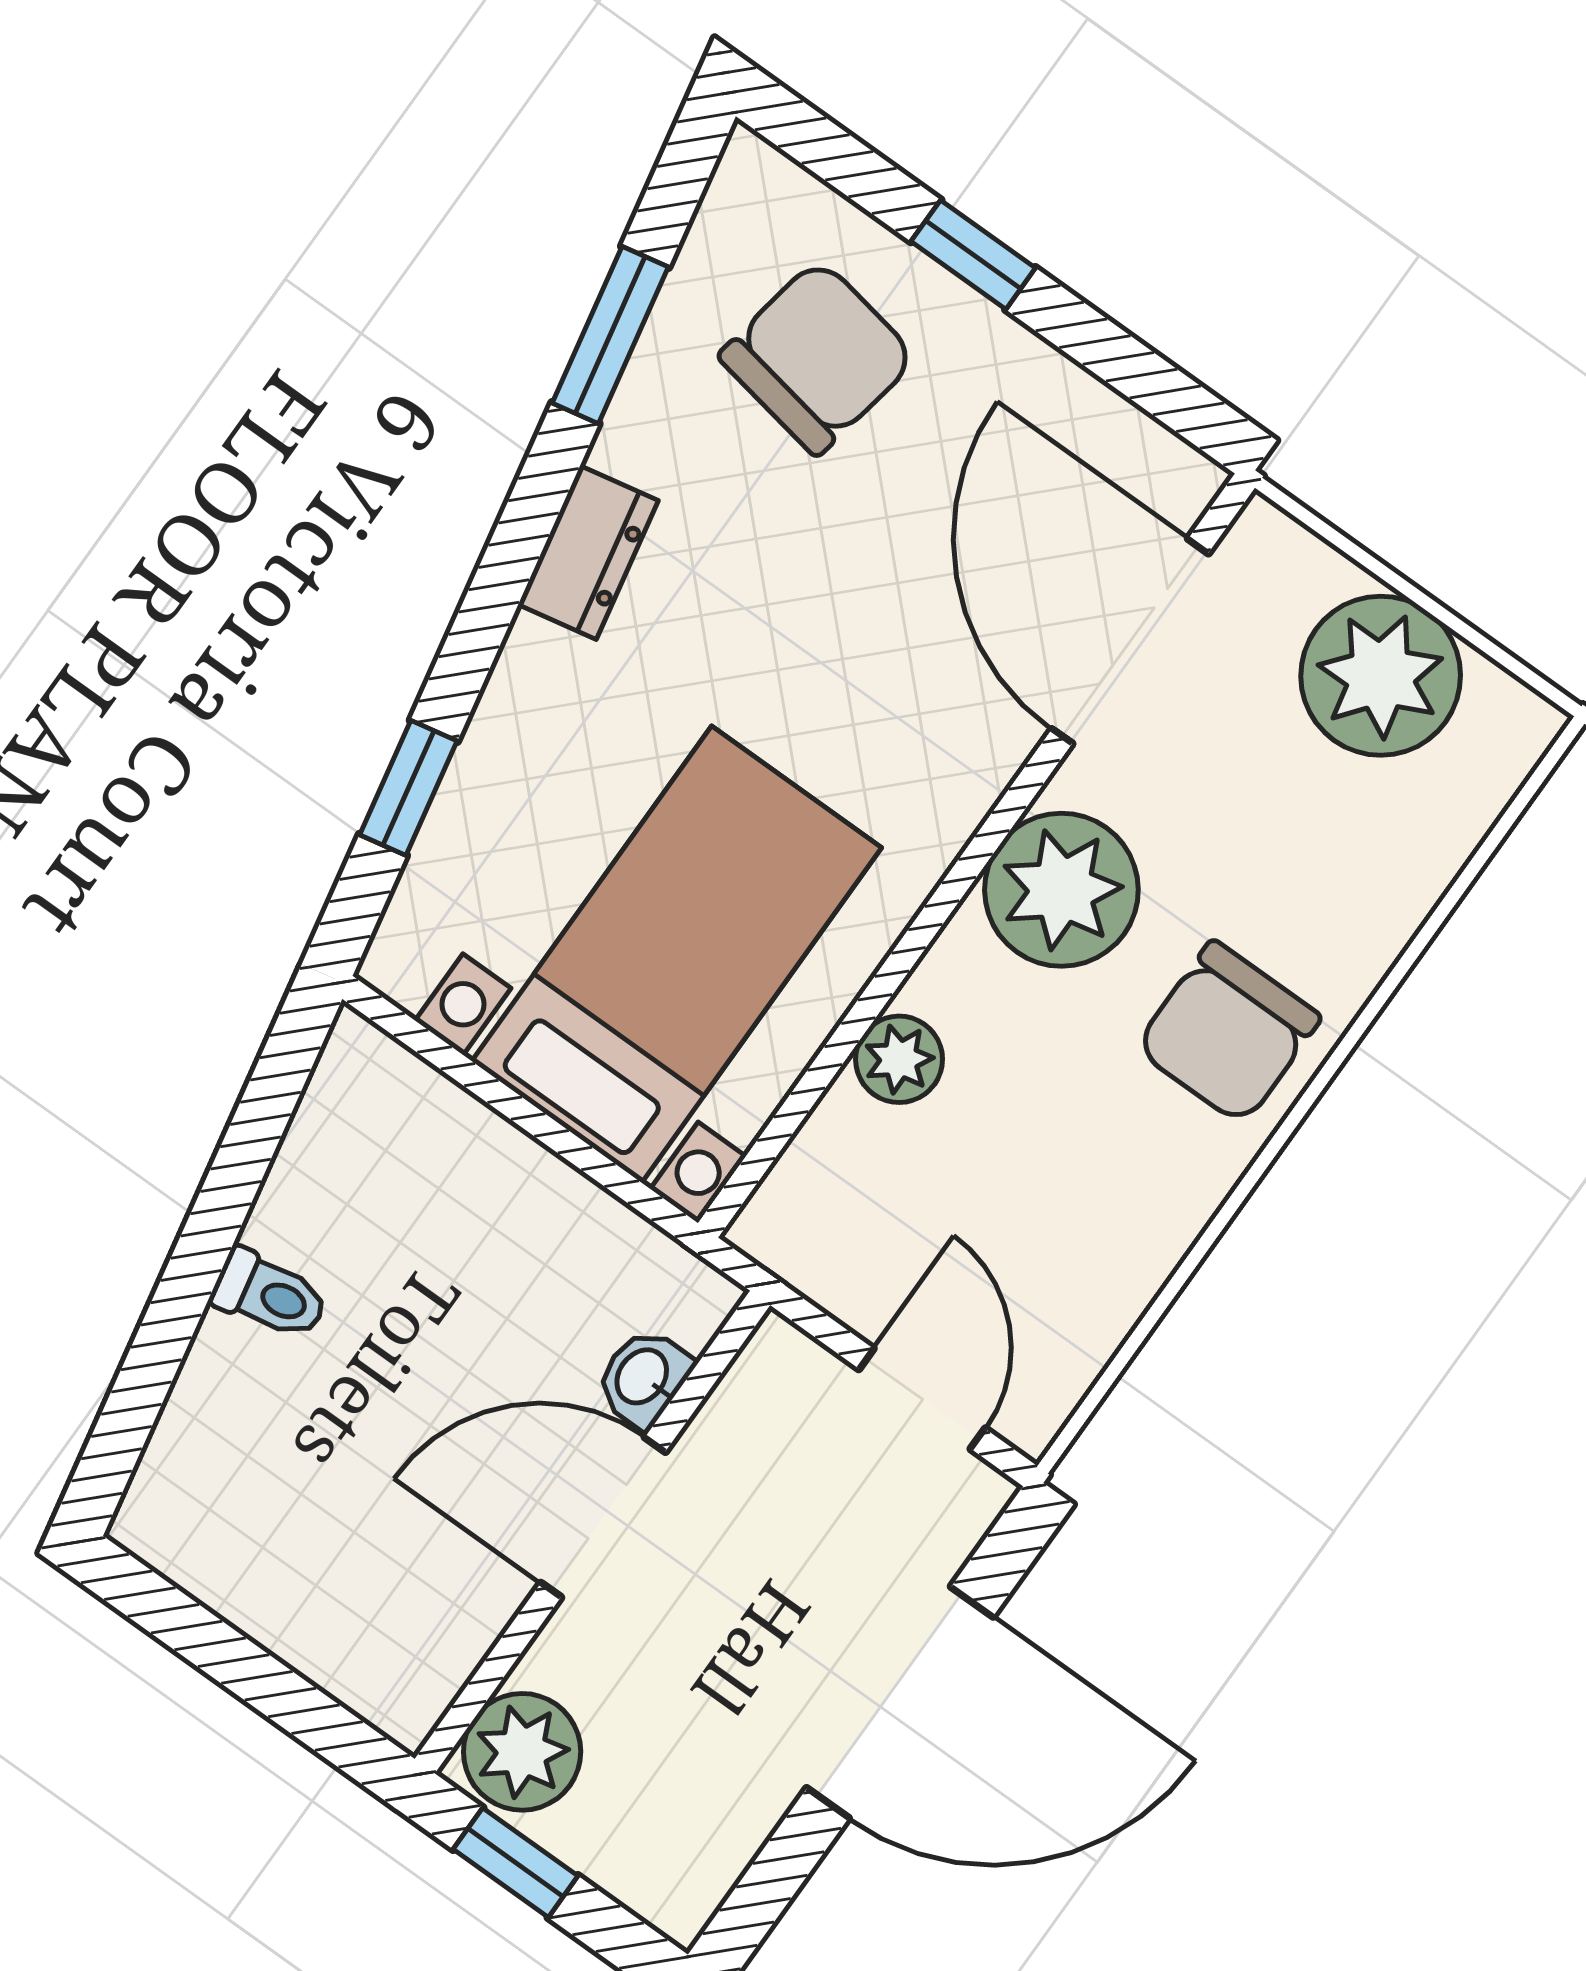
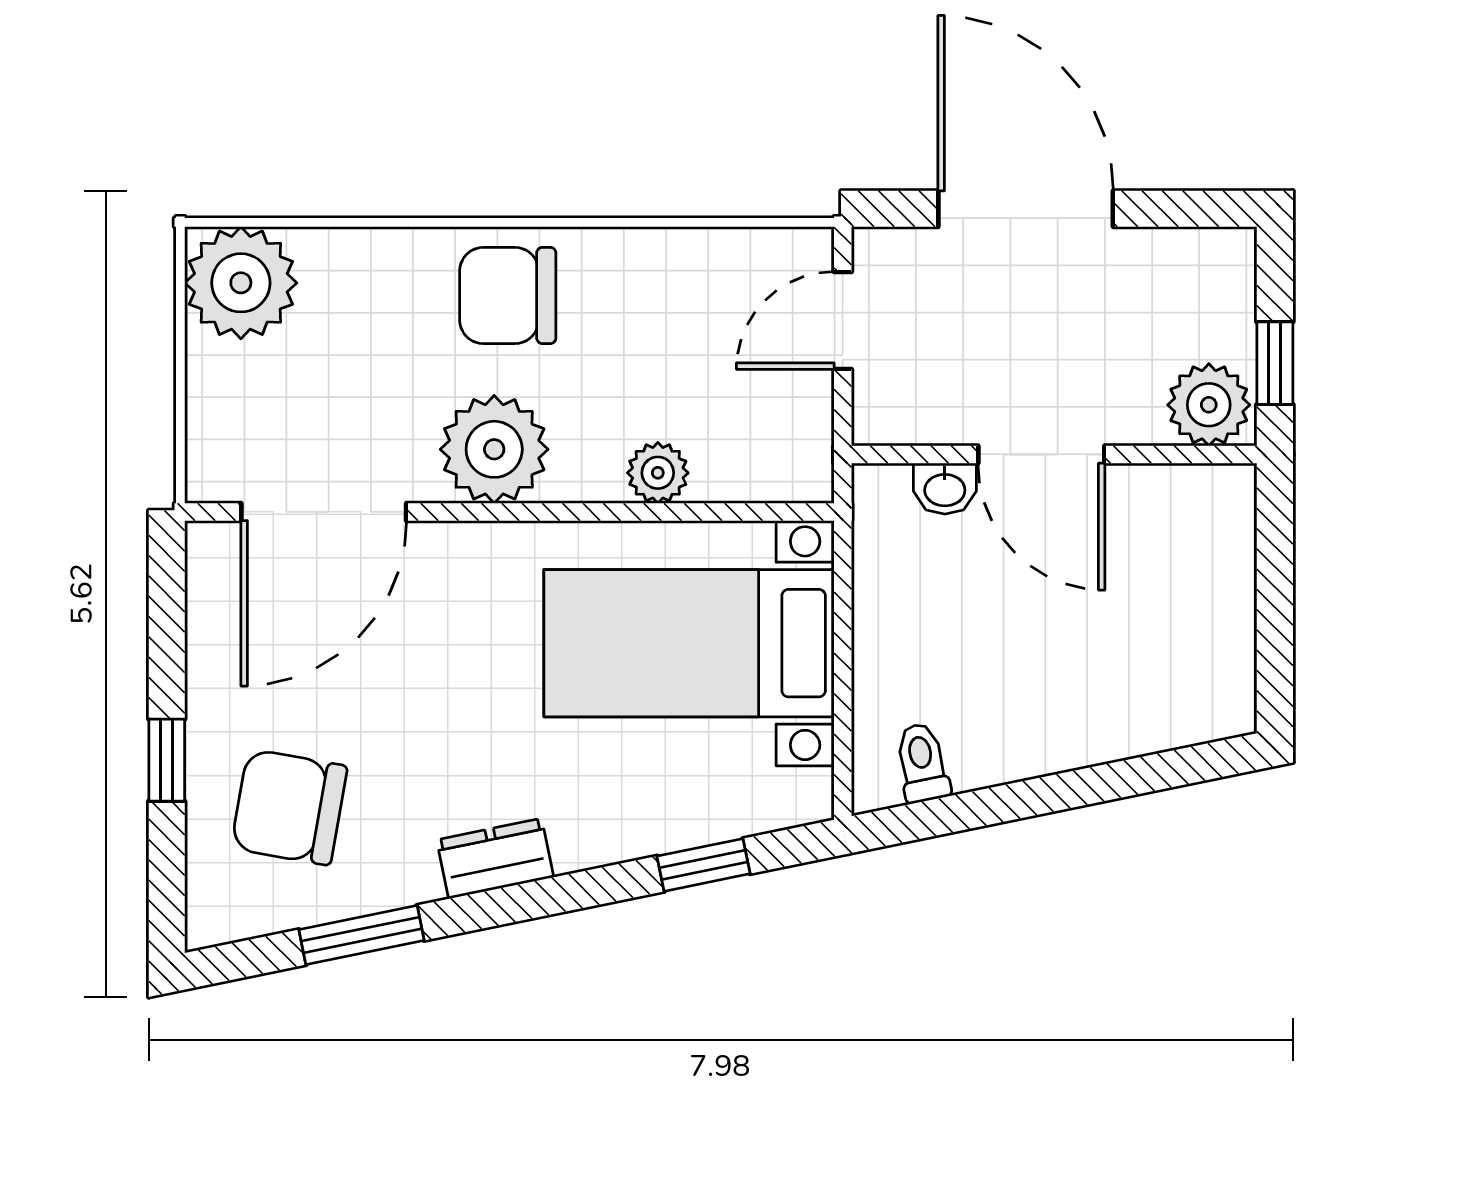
plant: (1381, 676) -> (241, 283), moved
chair: (1228, 1033) -> (508, 295), turned 180
toilet: (270, 1295) -> (922, 763), moved

